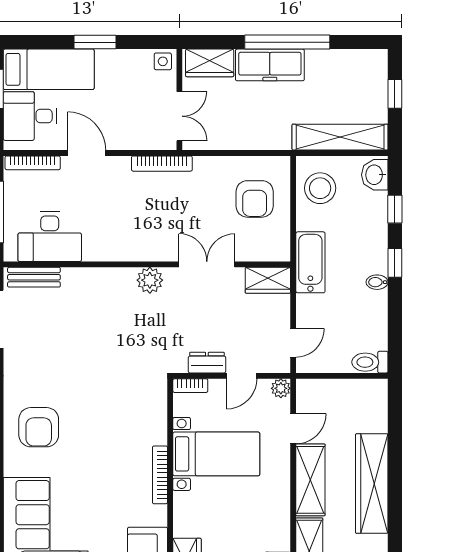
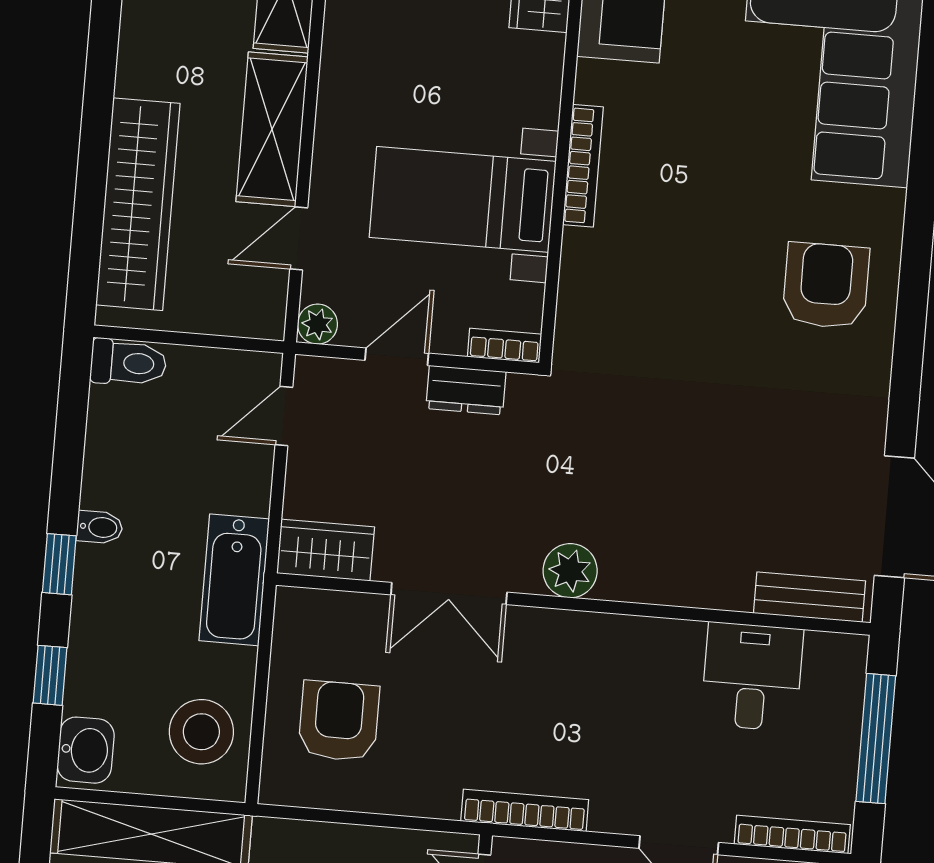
desk: (50, 237) -> (752, 677), width x0.73
wardrobe: (372, 484) -> (138, 204), moved

